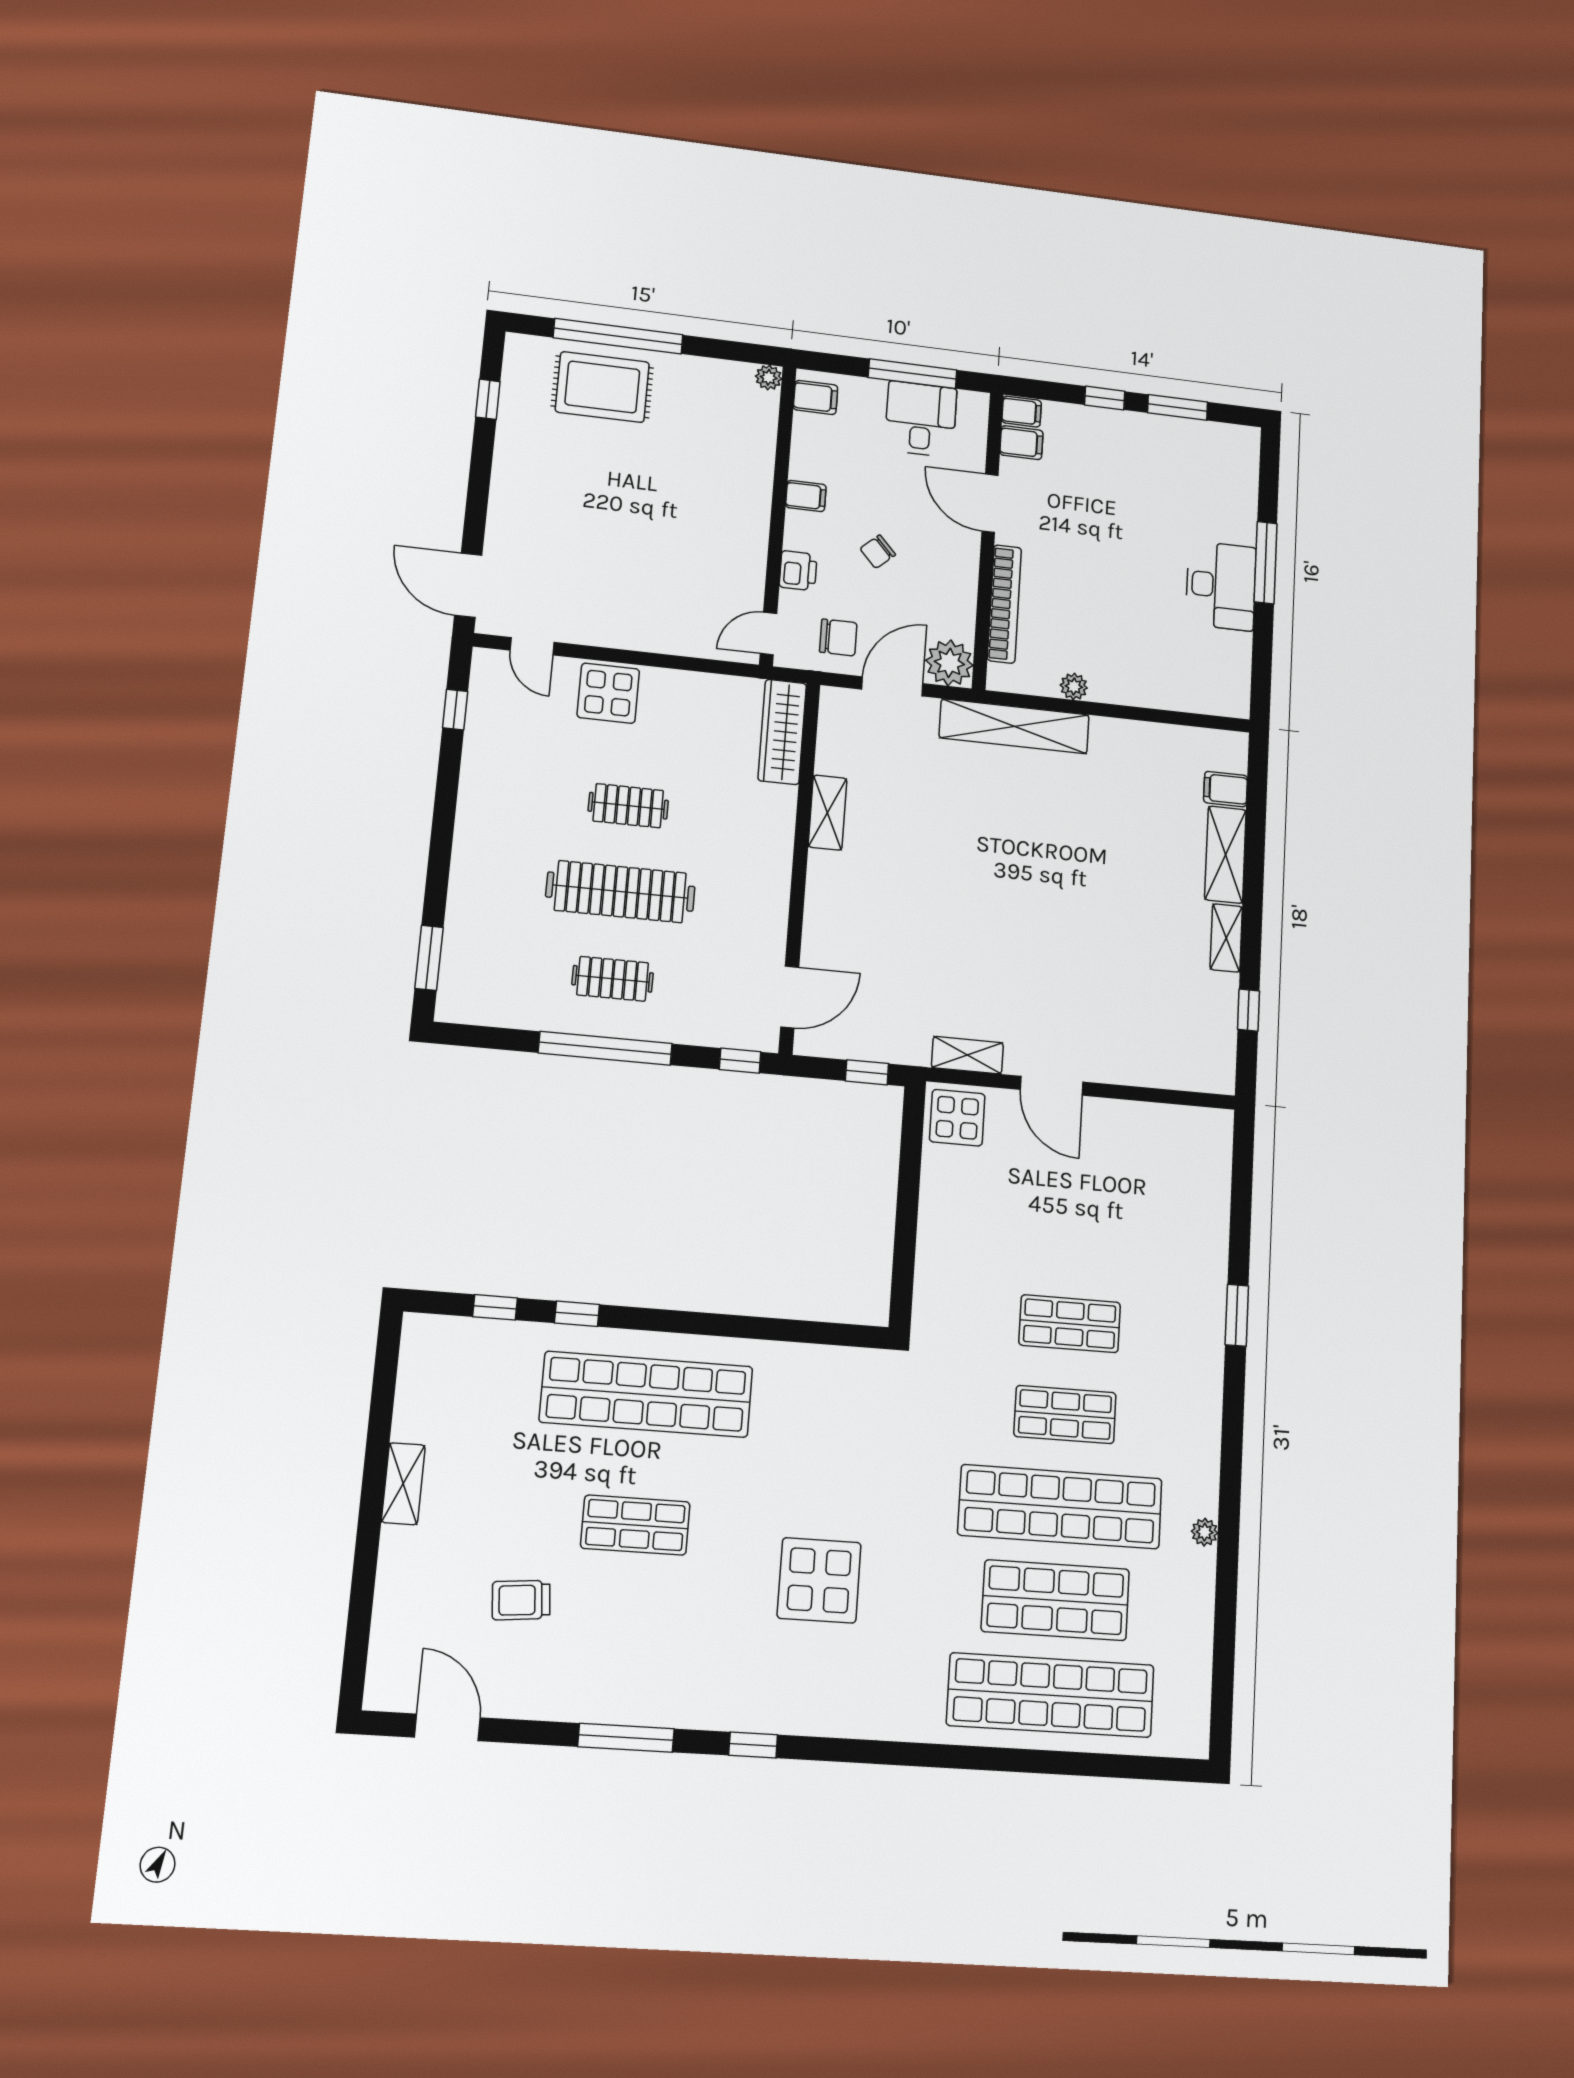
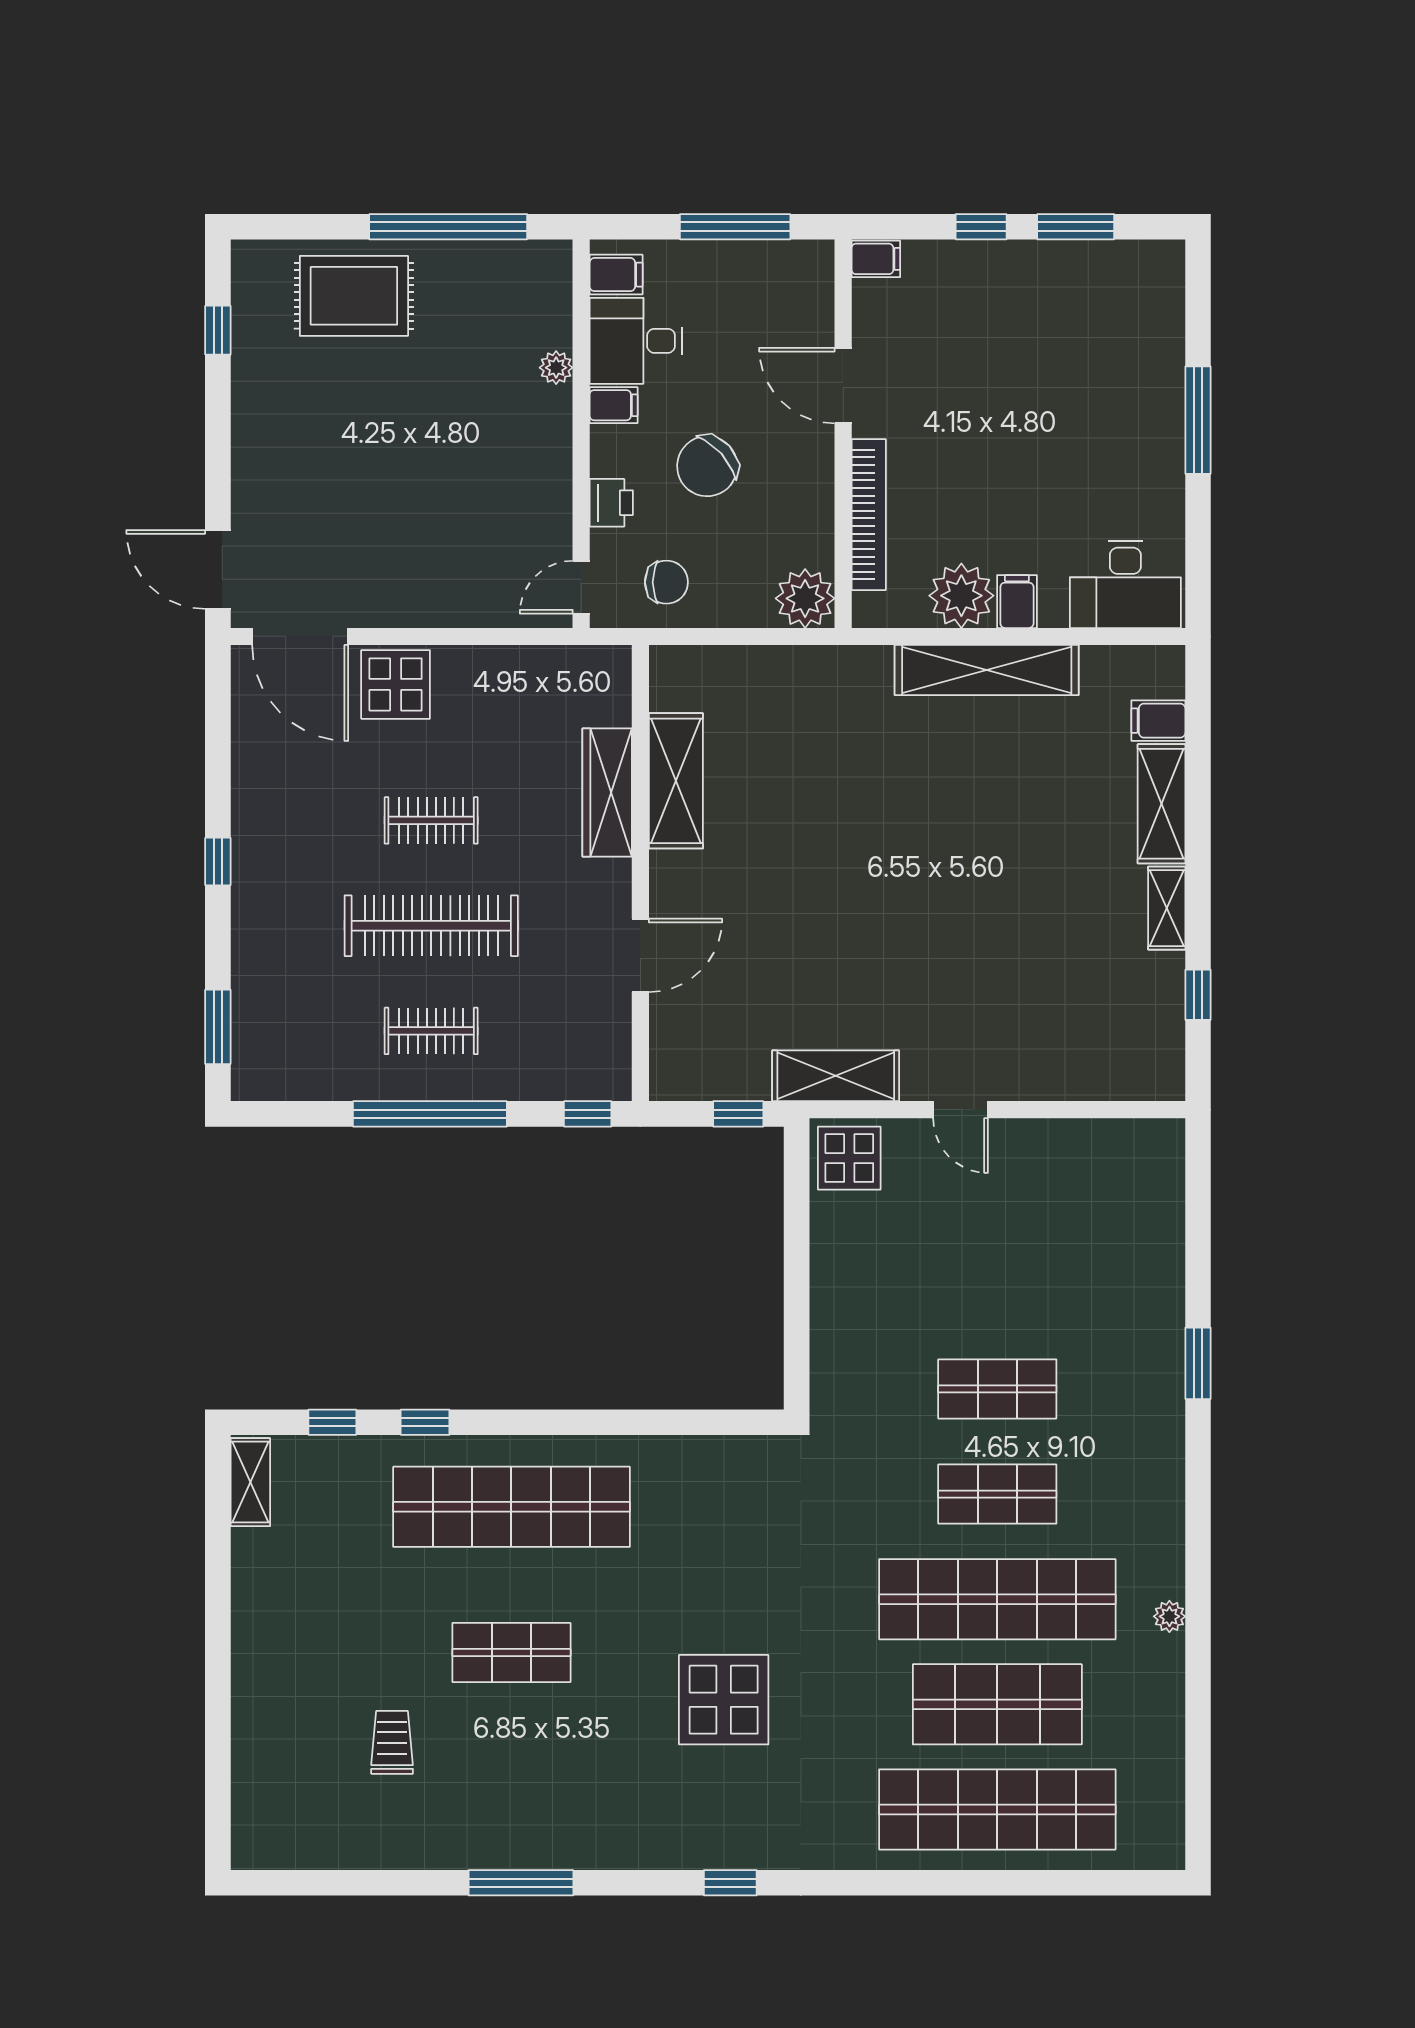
window: (618, 336) -> (448, 227), moved
plant: (769, 377) -> (556, 368), moved
desk: (921, 419) -> (636, 341), moved, turned -90
filing cabinet: (1021, 443) -> (1017, 602), moved, turned -90
chair: (878, 552) -> (707, 466), width x1.87, depth x1.87
desk: (1221, 586) -> (1125, 584), moved, turned 90
door: (532, 646) -> (300, 636), width x1.88
door: (892, 686) -> (737, 636), removed
plant: (1074, 686) -> (961, 596), width x1.88, depth x1.88
window: (455, 710) -> (218, 861), moved
shelving: (1014, 726) -> (987, 670), moved
wardrobe: (782, 732) -> (607, 793), moved
shelving: (828, 813) -> (676, 781), width x1.50, depth x1.33
door: (790, 997) -> (640, 955), moved
shelving: (967, 1055) -> (836, 1076), width x1.50, depth x1.33
door: (1052, 1086) -> (961, 1110), width x0.73
shelving: (403, 1484) -> (250, 1482), moved
trolley: (521, 1600) -> (392, 1742), turned 95
door: (447, 1727) -> (325, 1883), removed
window: (753, 1745) -> (730, 1883), moved

